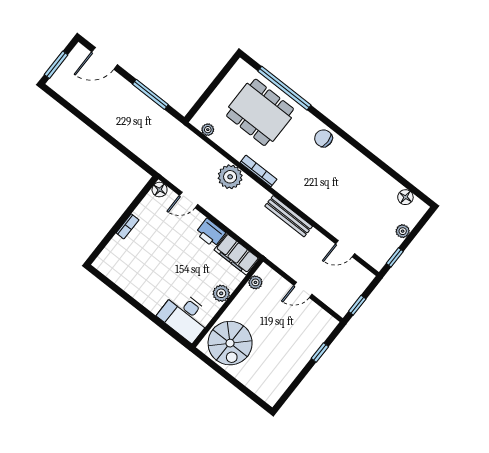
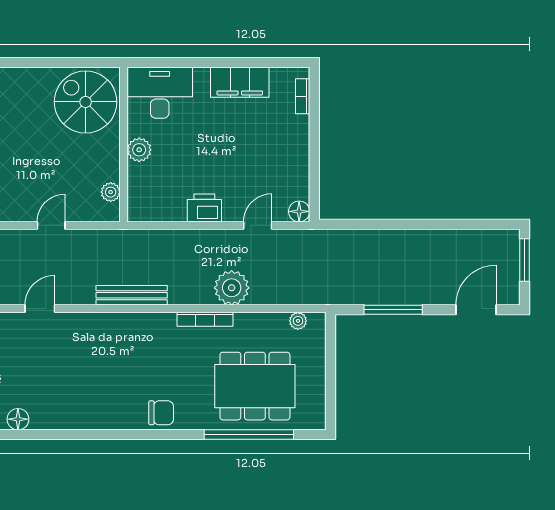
bookcase: (128, 226) -> (303, 96), moved
filing cabinet: (237, 254) -> (240, 82), moved, turned 180

